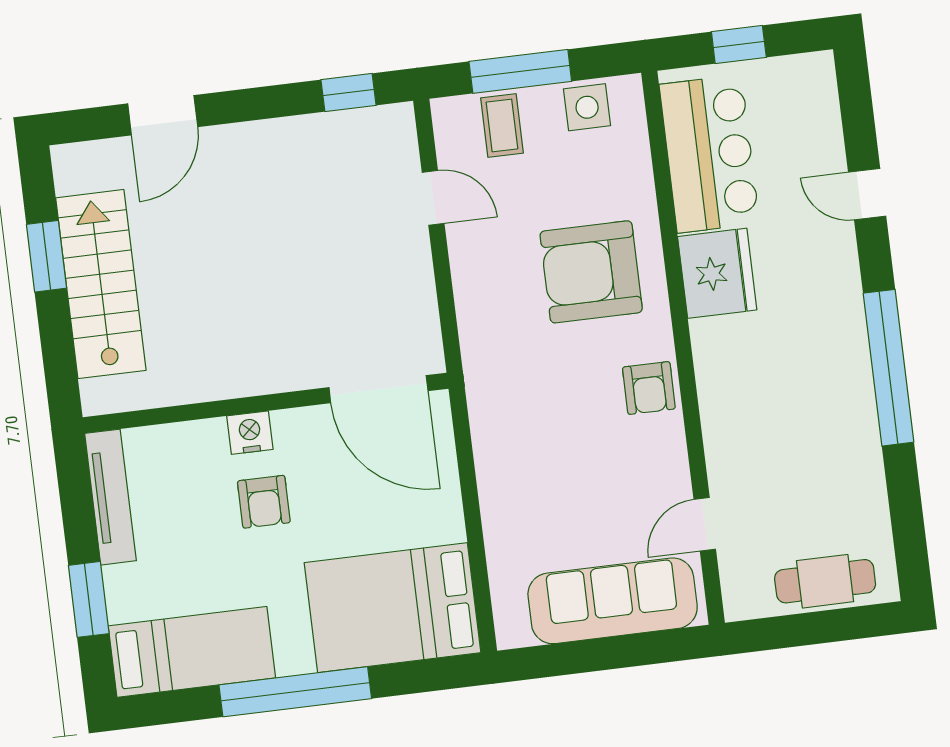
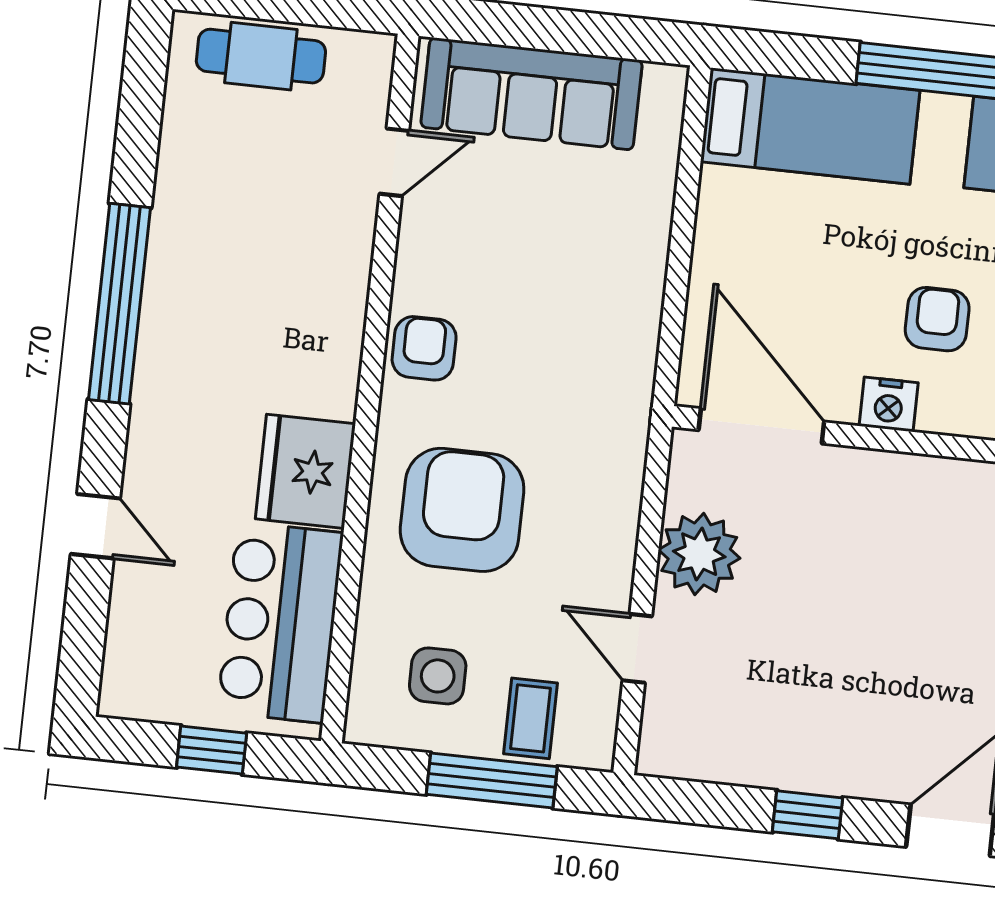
window: (349, 92) -> (807, 815), moved
side table: (587, 107) -> (438, 676), moved
armchair: (591, 272) -> (462, 510), turned -90
plant: (403, 281) -> (699, 554), added
nightstand: (250, 433) -> (889, 404), moved
bed: (393, 608) -> (810, 126), width x0.67

